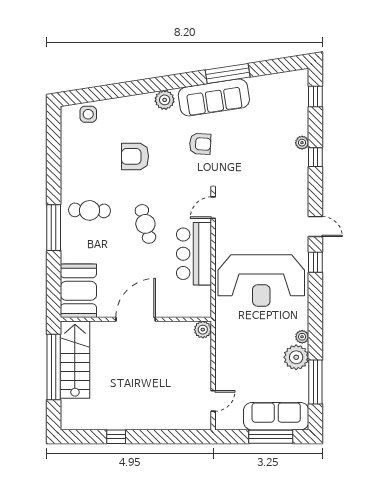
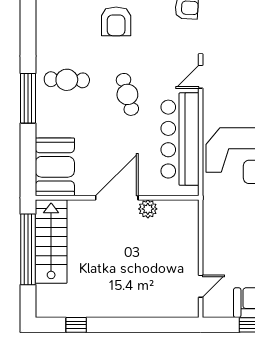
armchair: (135, 156) -> (116, 21), turned -90
bar counter: (194, 254) -> (180, 139), width x1.36
plant: (203, 330) -> (148, 209), moved
window: (116, 437) -> (76, 325), moved

